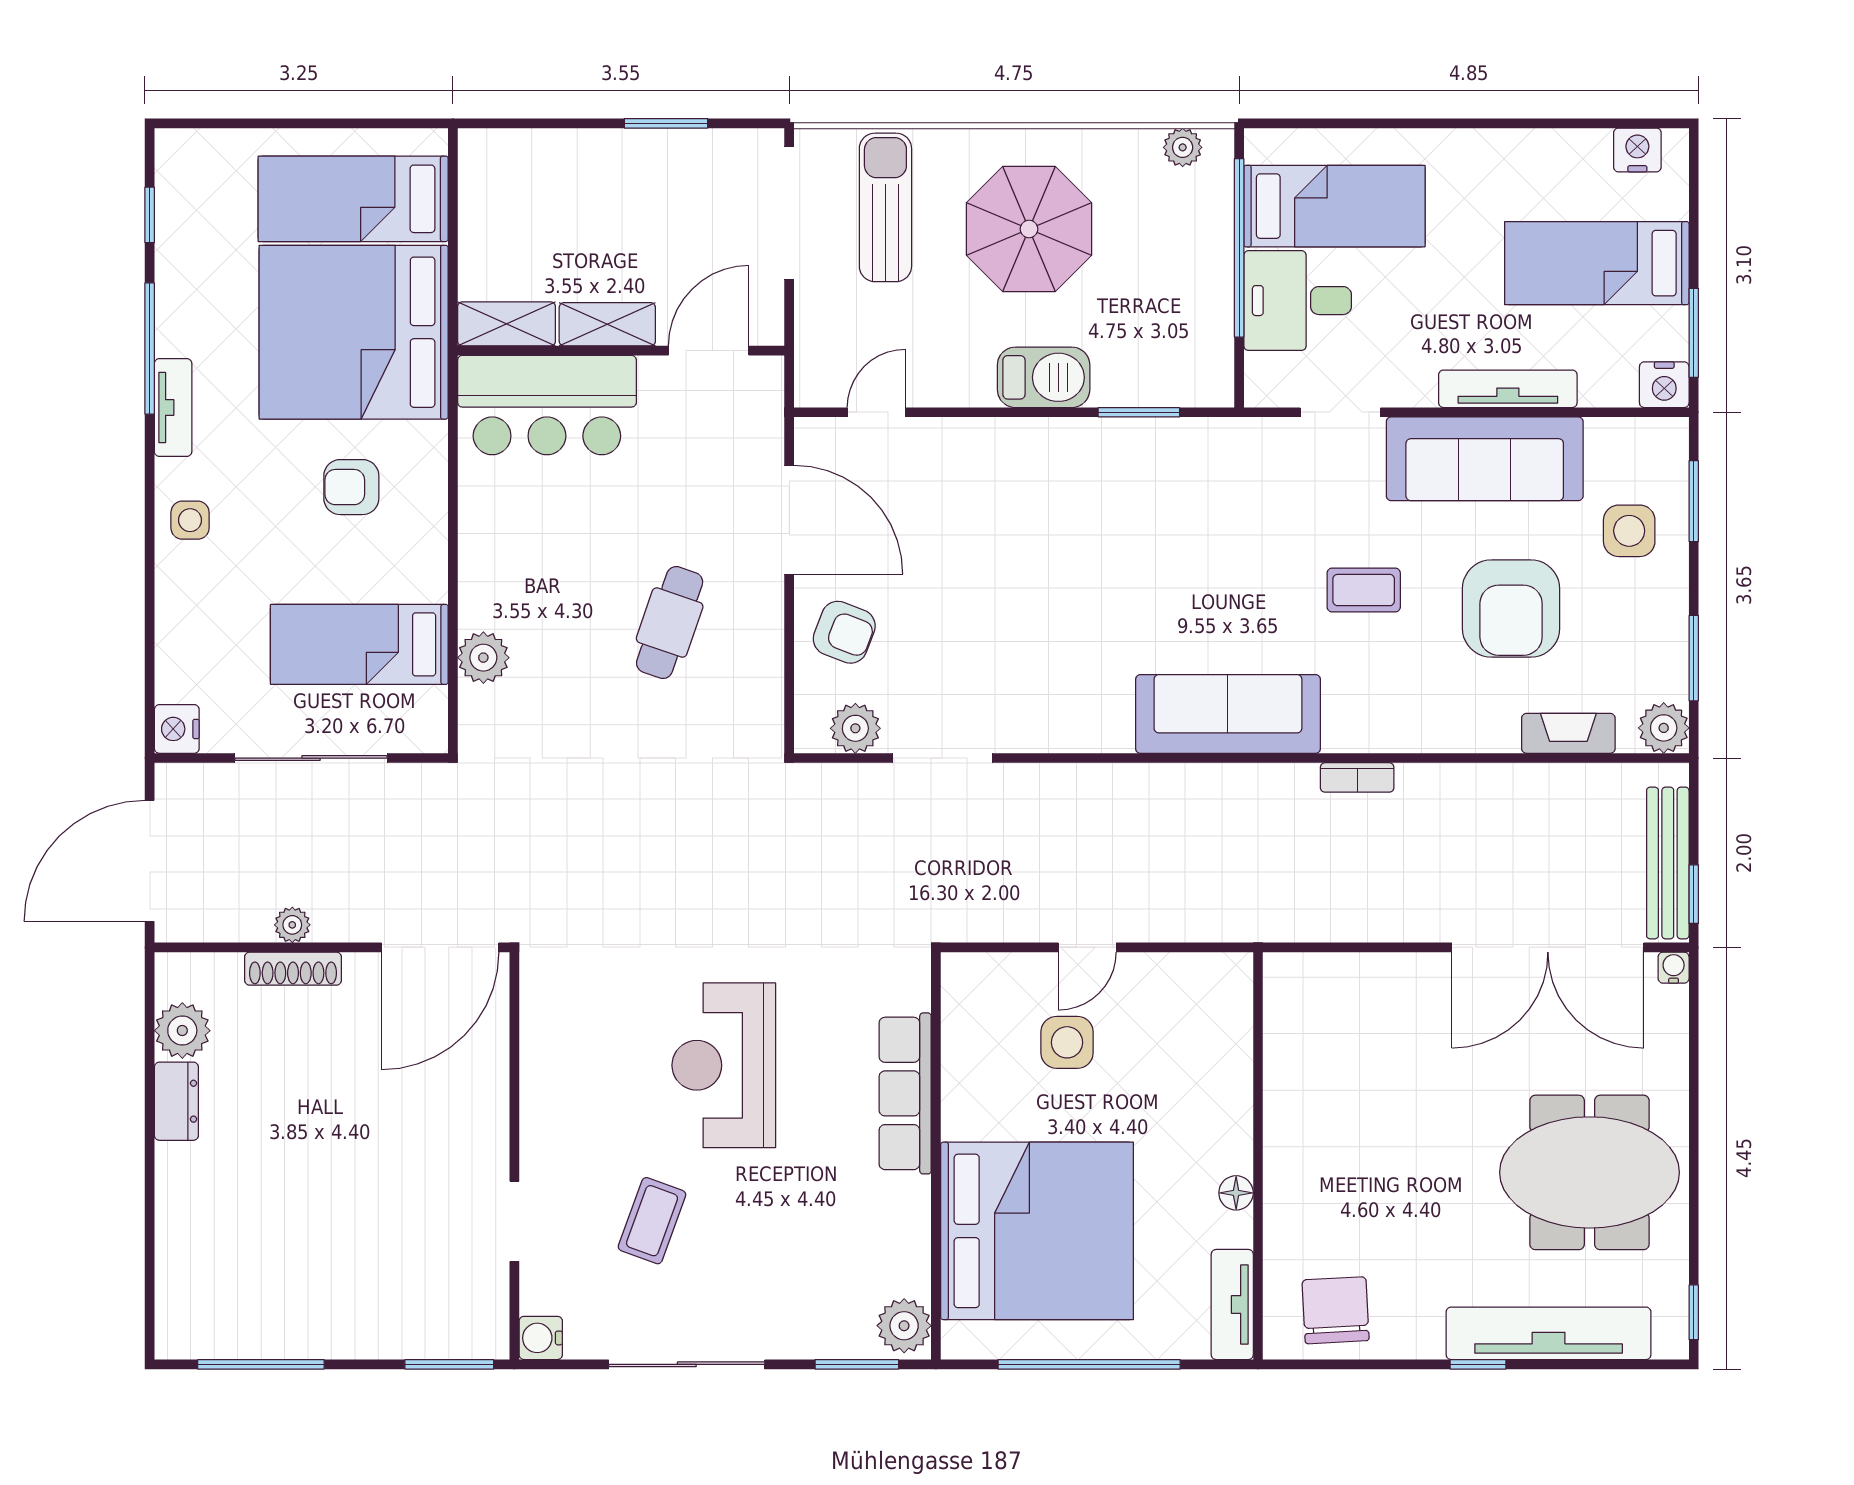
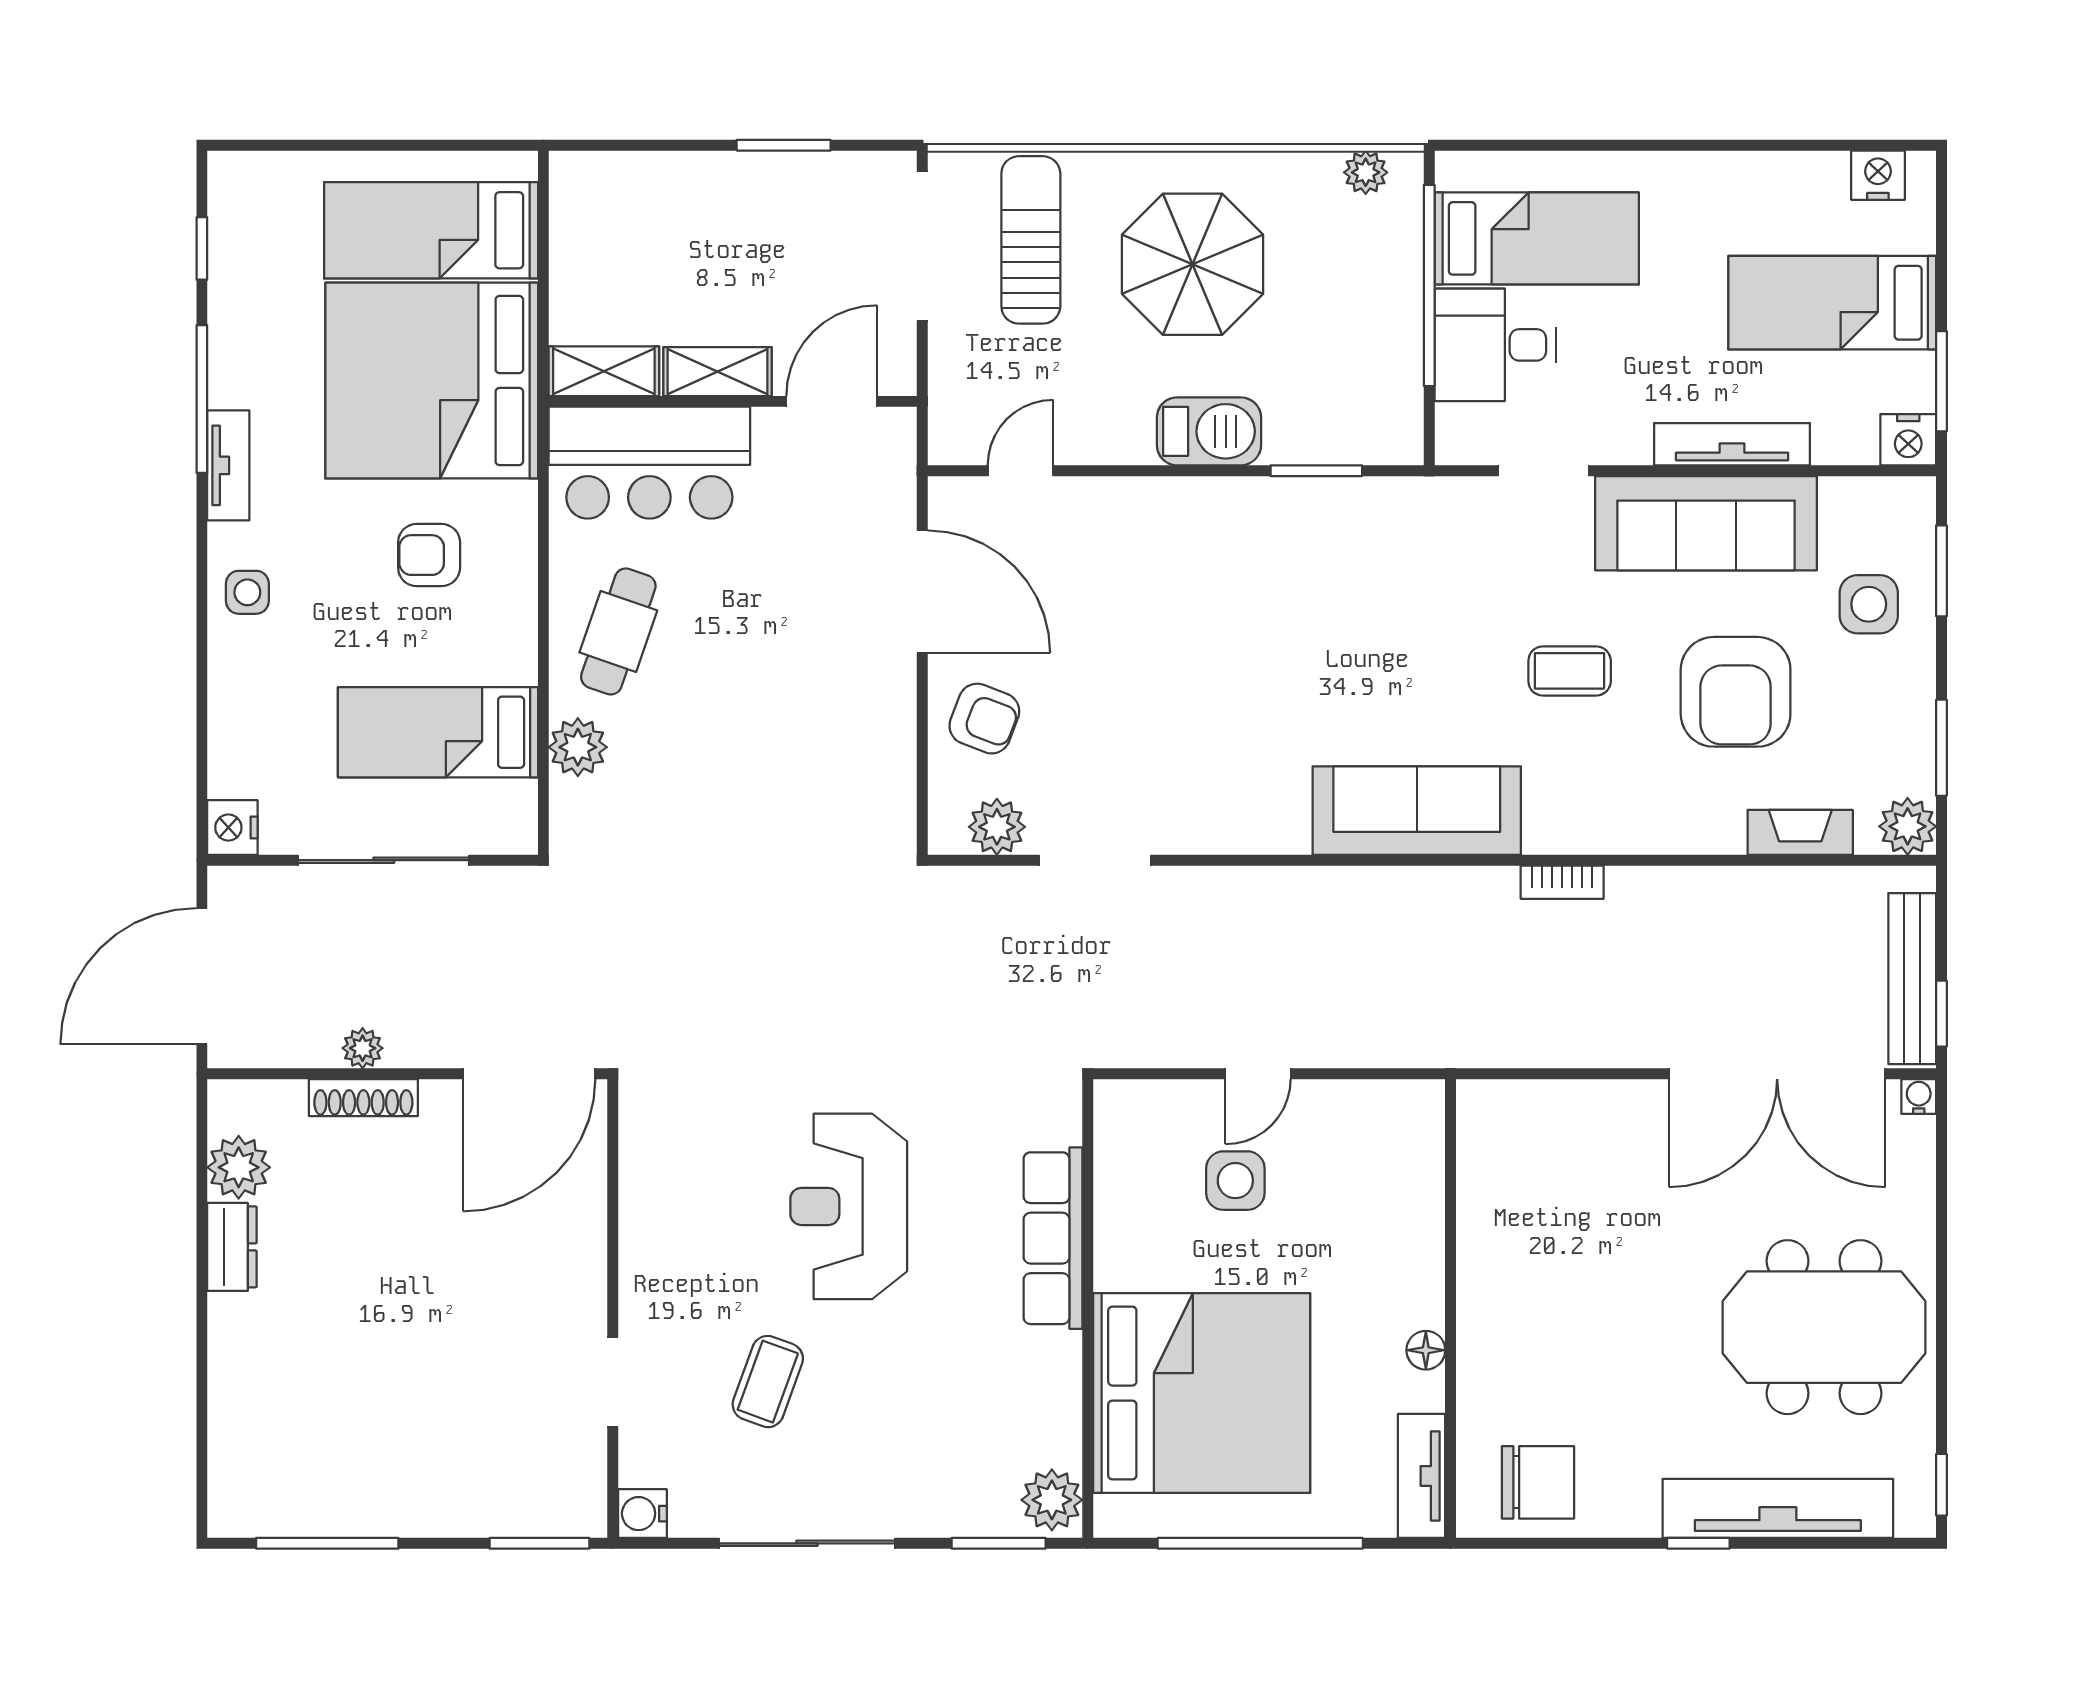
cafe table: (670, 623) -> (618, 631), moved
chair: (1336, 1310) -> (1538, 1482), turned 93

